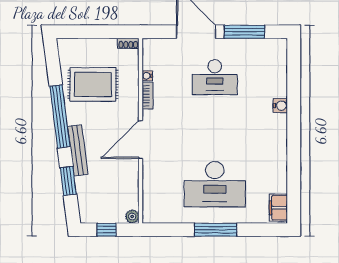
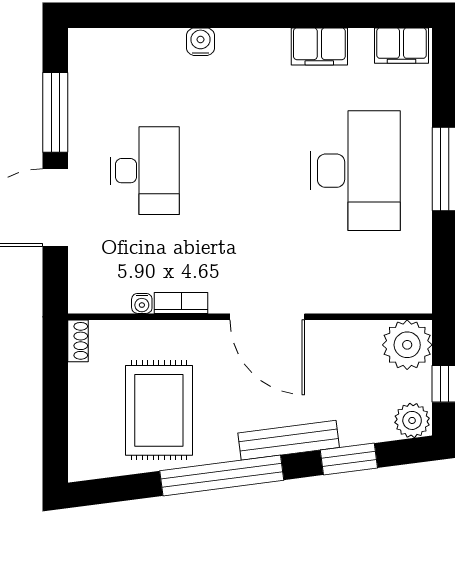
filing cabinet: (278, 166) -> (319, 46), added
plant: (88, 213) -> (412, 420), added
plant: (132, 217) -> (407, 345), width x1.88, depth x1.88

